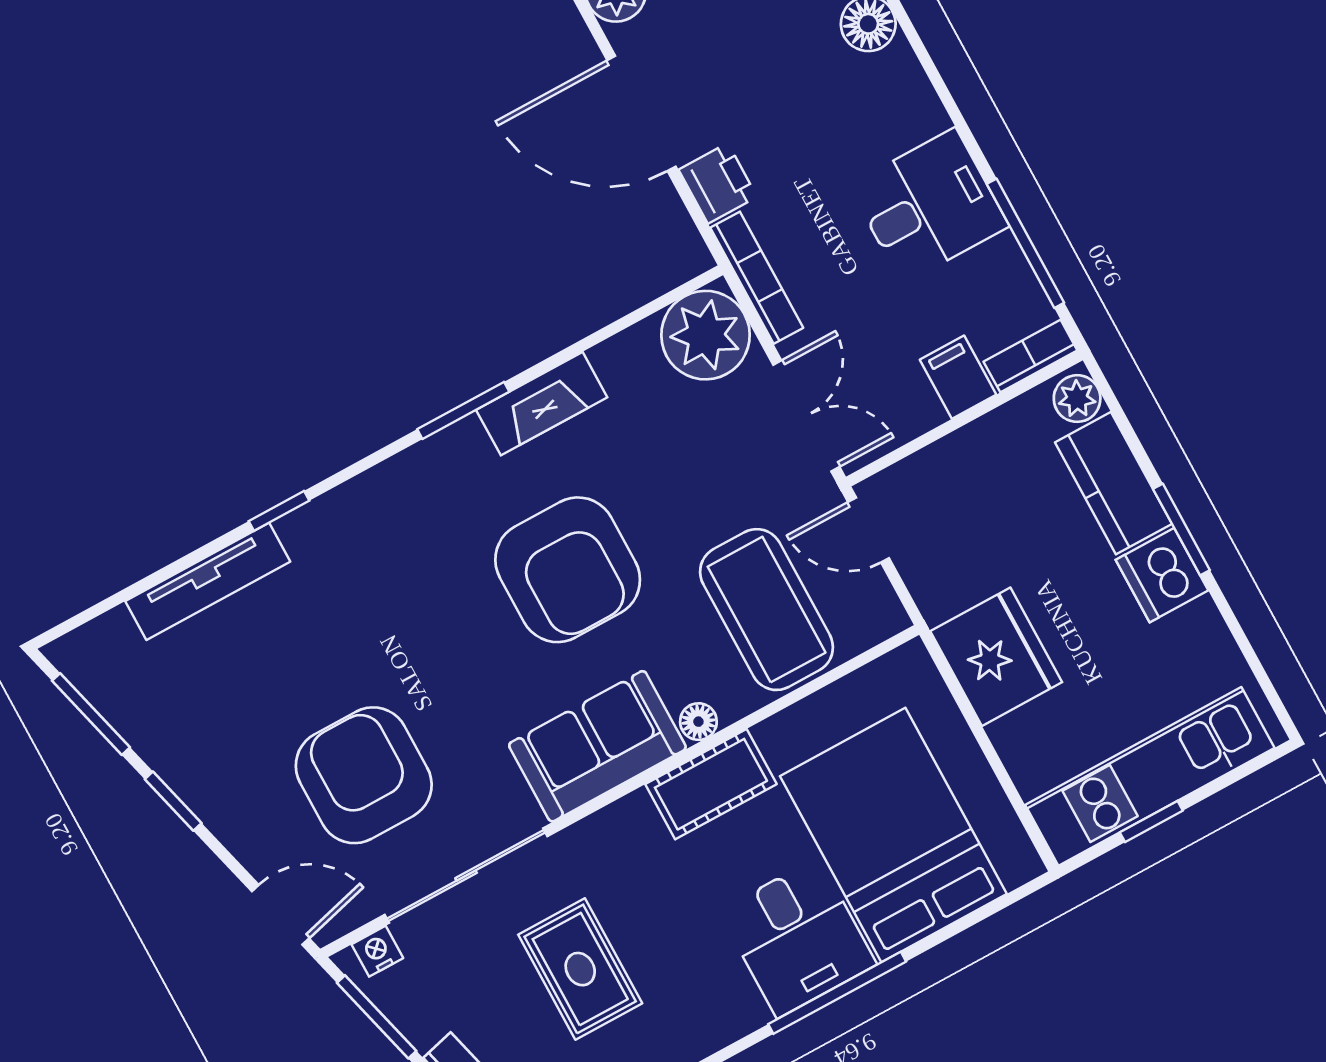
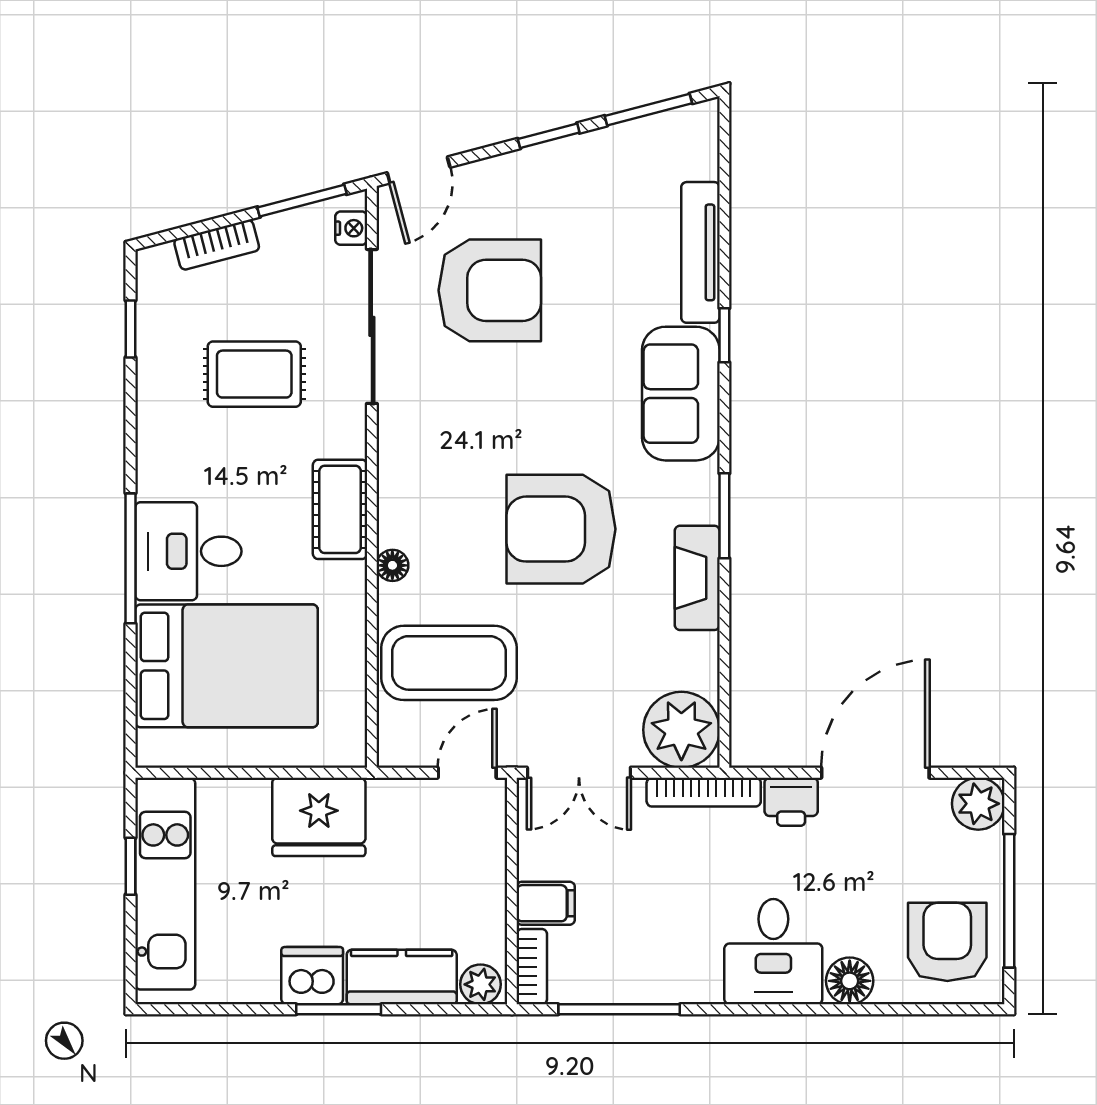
desk: (929, 206) -> (773, 952), moved
sofa: (597, 746) -> (681, 394), moved, turned 180
cot: (711, 784) -> (340, 509), moved

